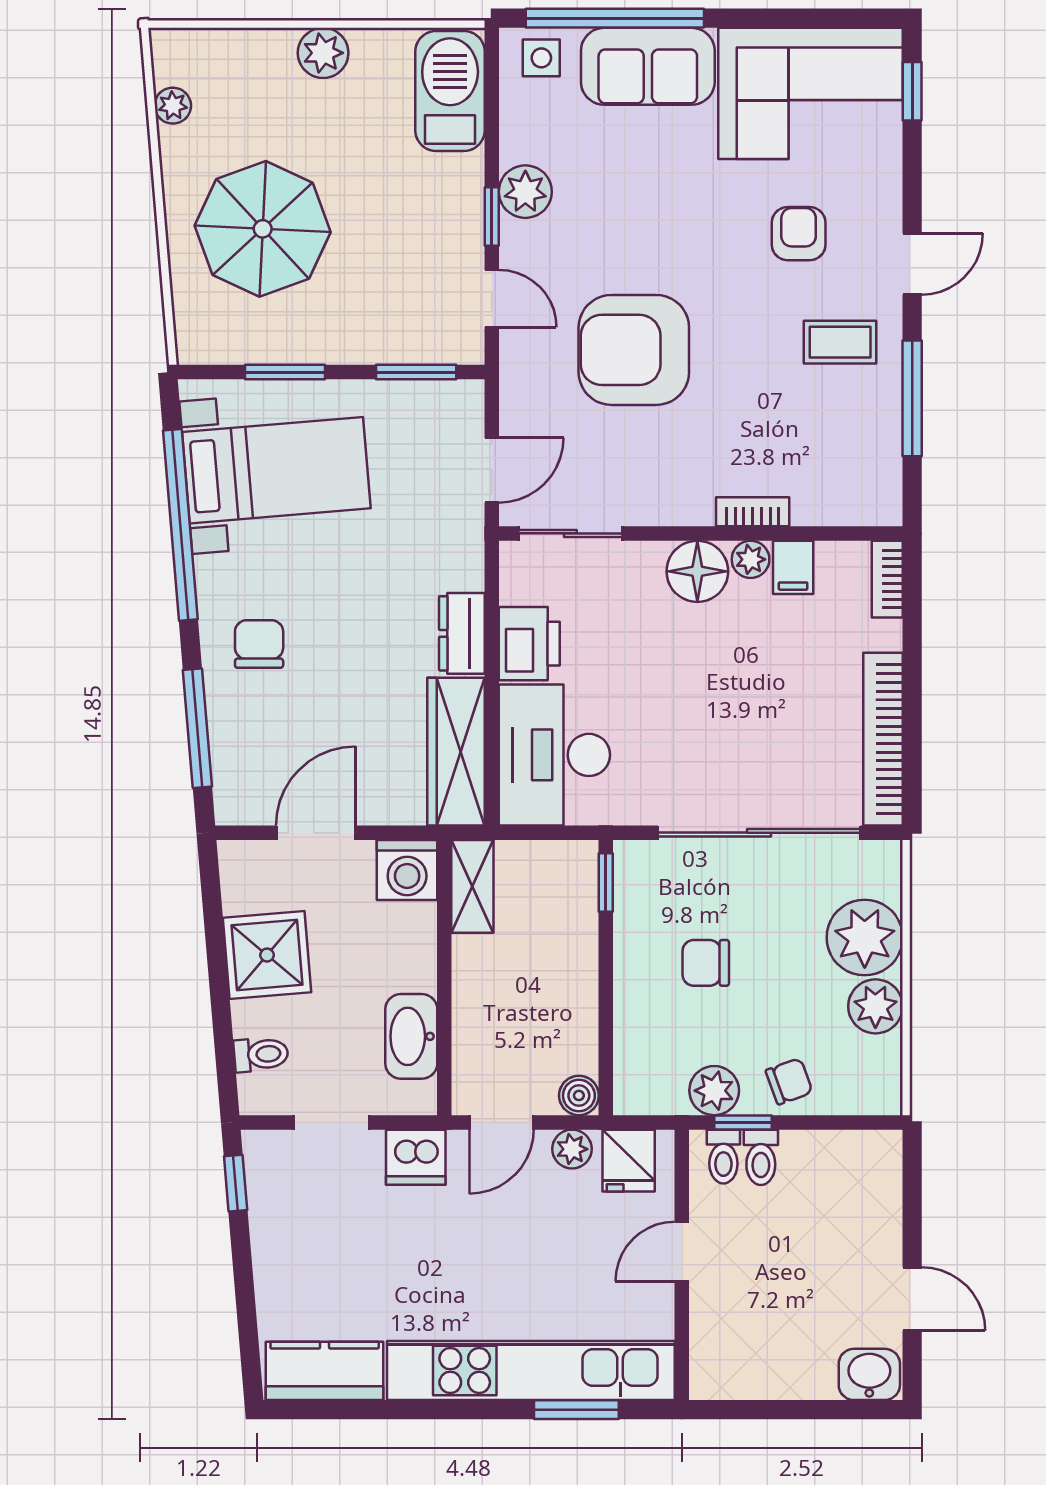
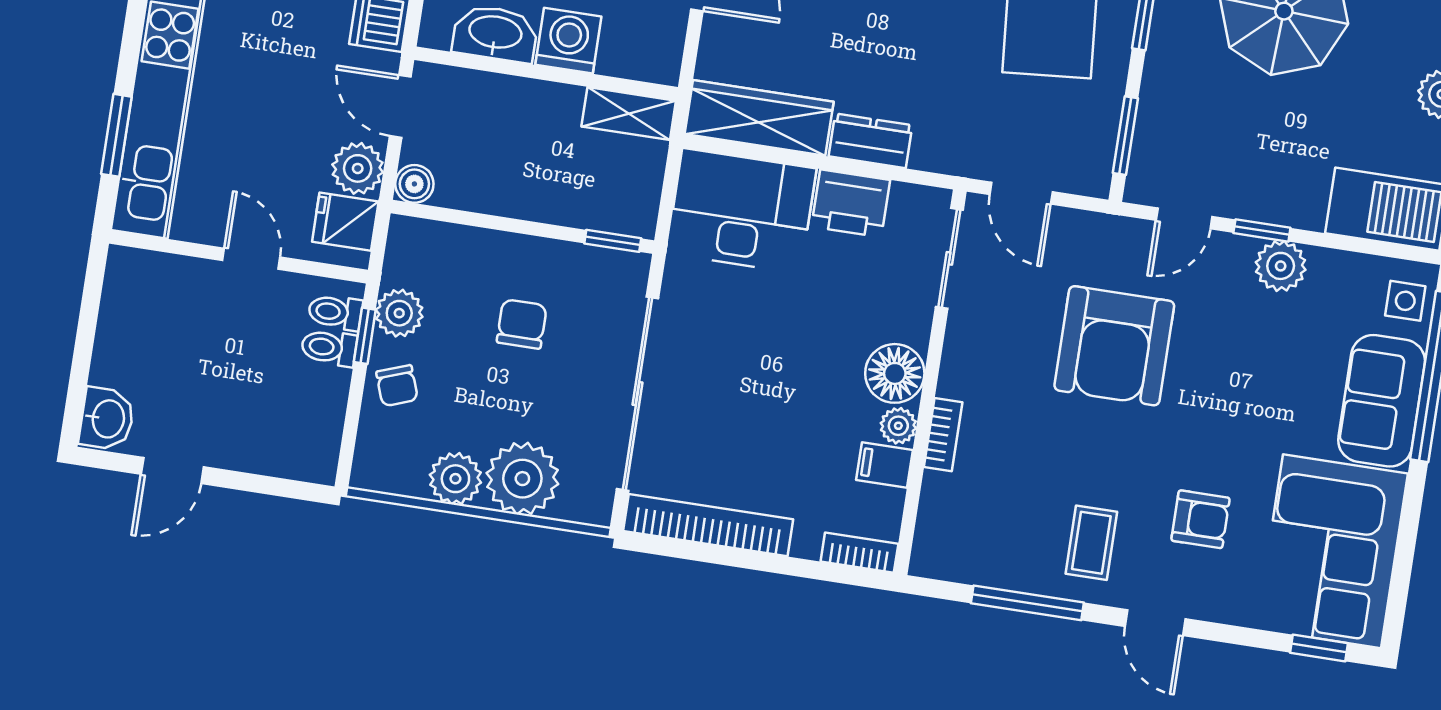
armchair: (634, 350) -> (1114, 346), turned 180
washing machine: (407, 870) -> (568, 41), moved, turned 90
plant: (572, 1149) -> (358, 168), width x1.38, depth x1.38

